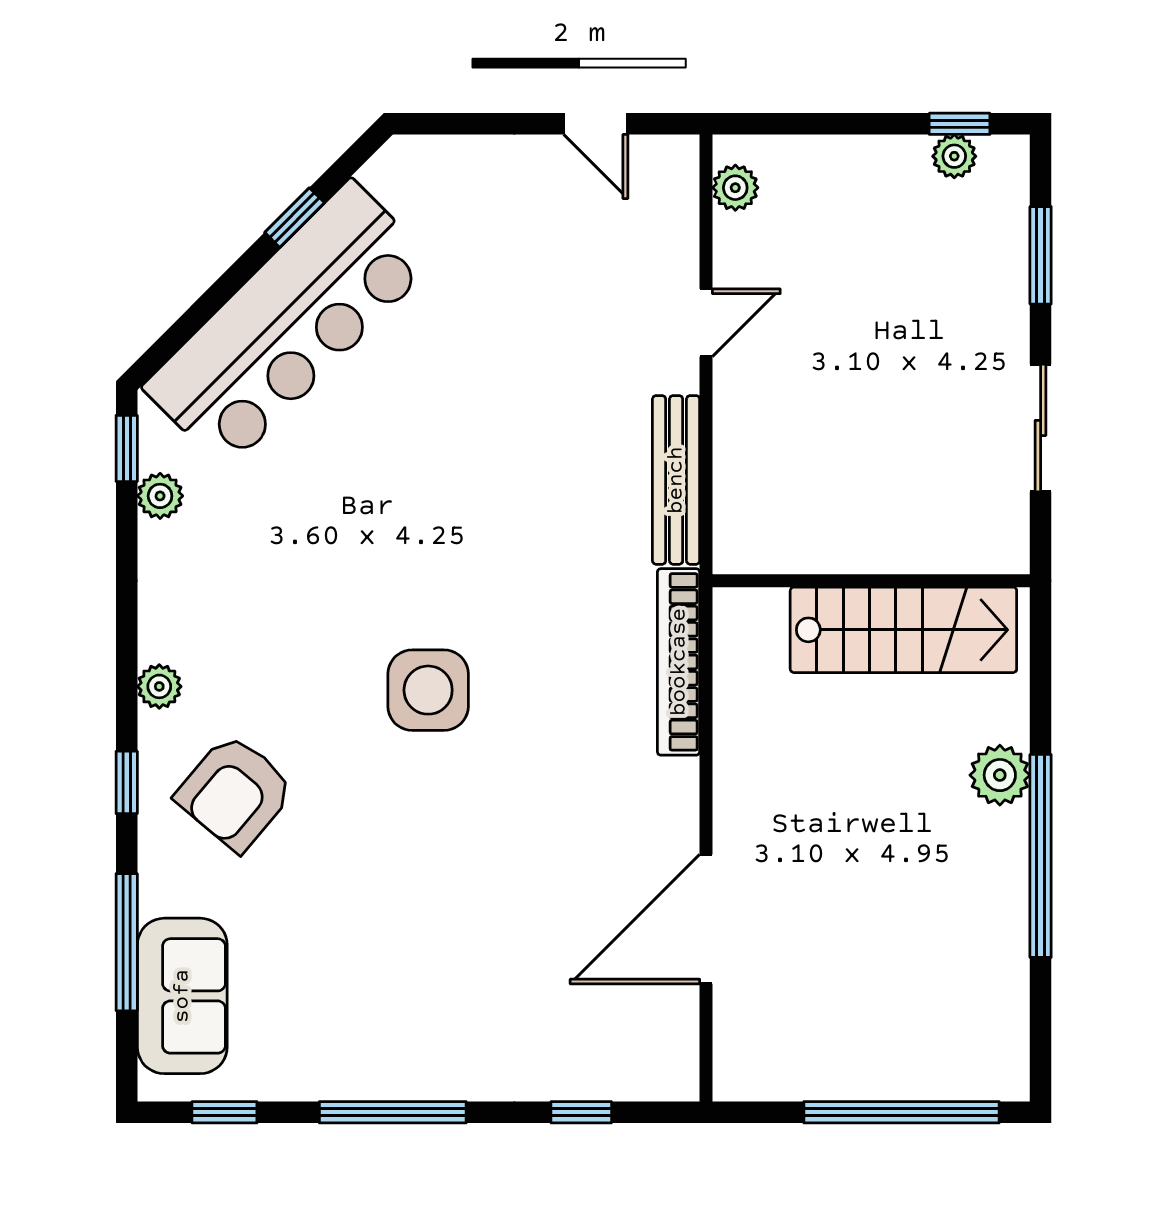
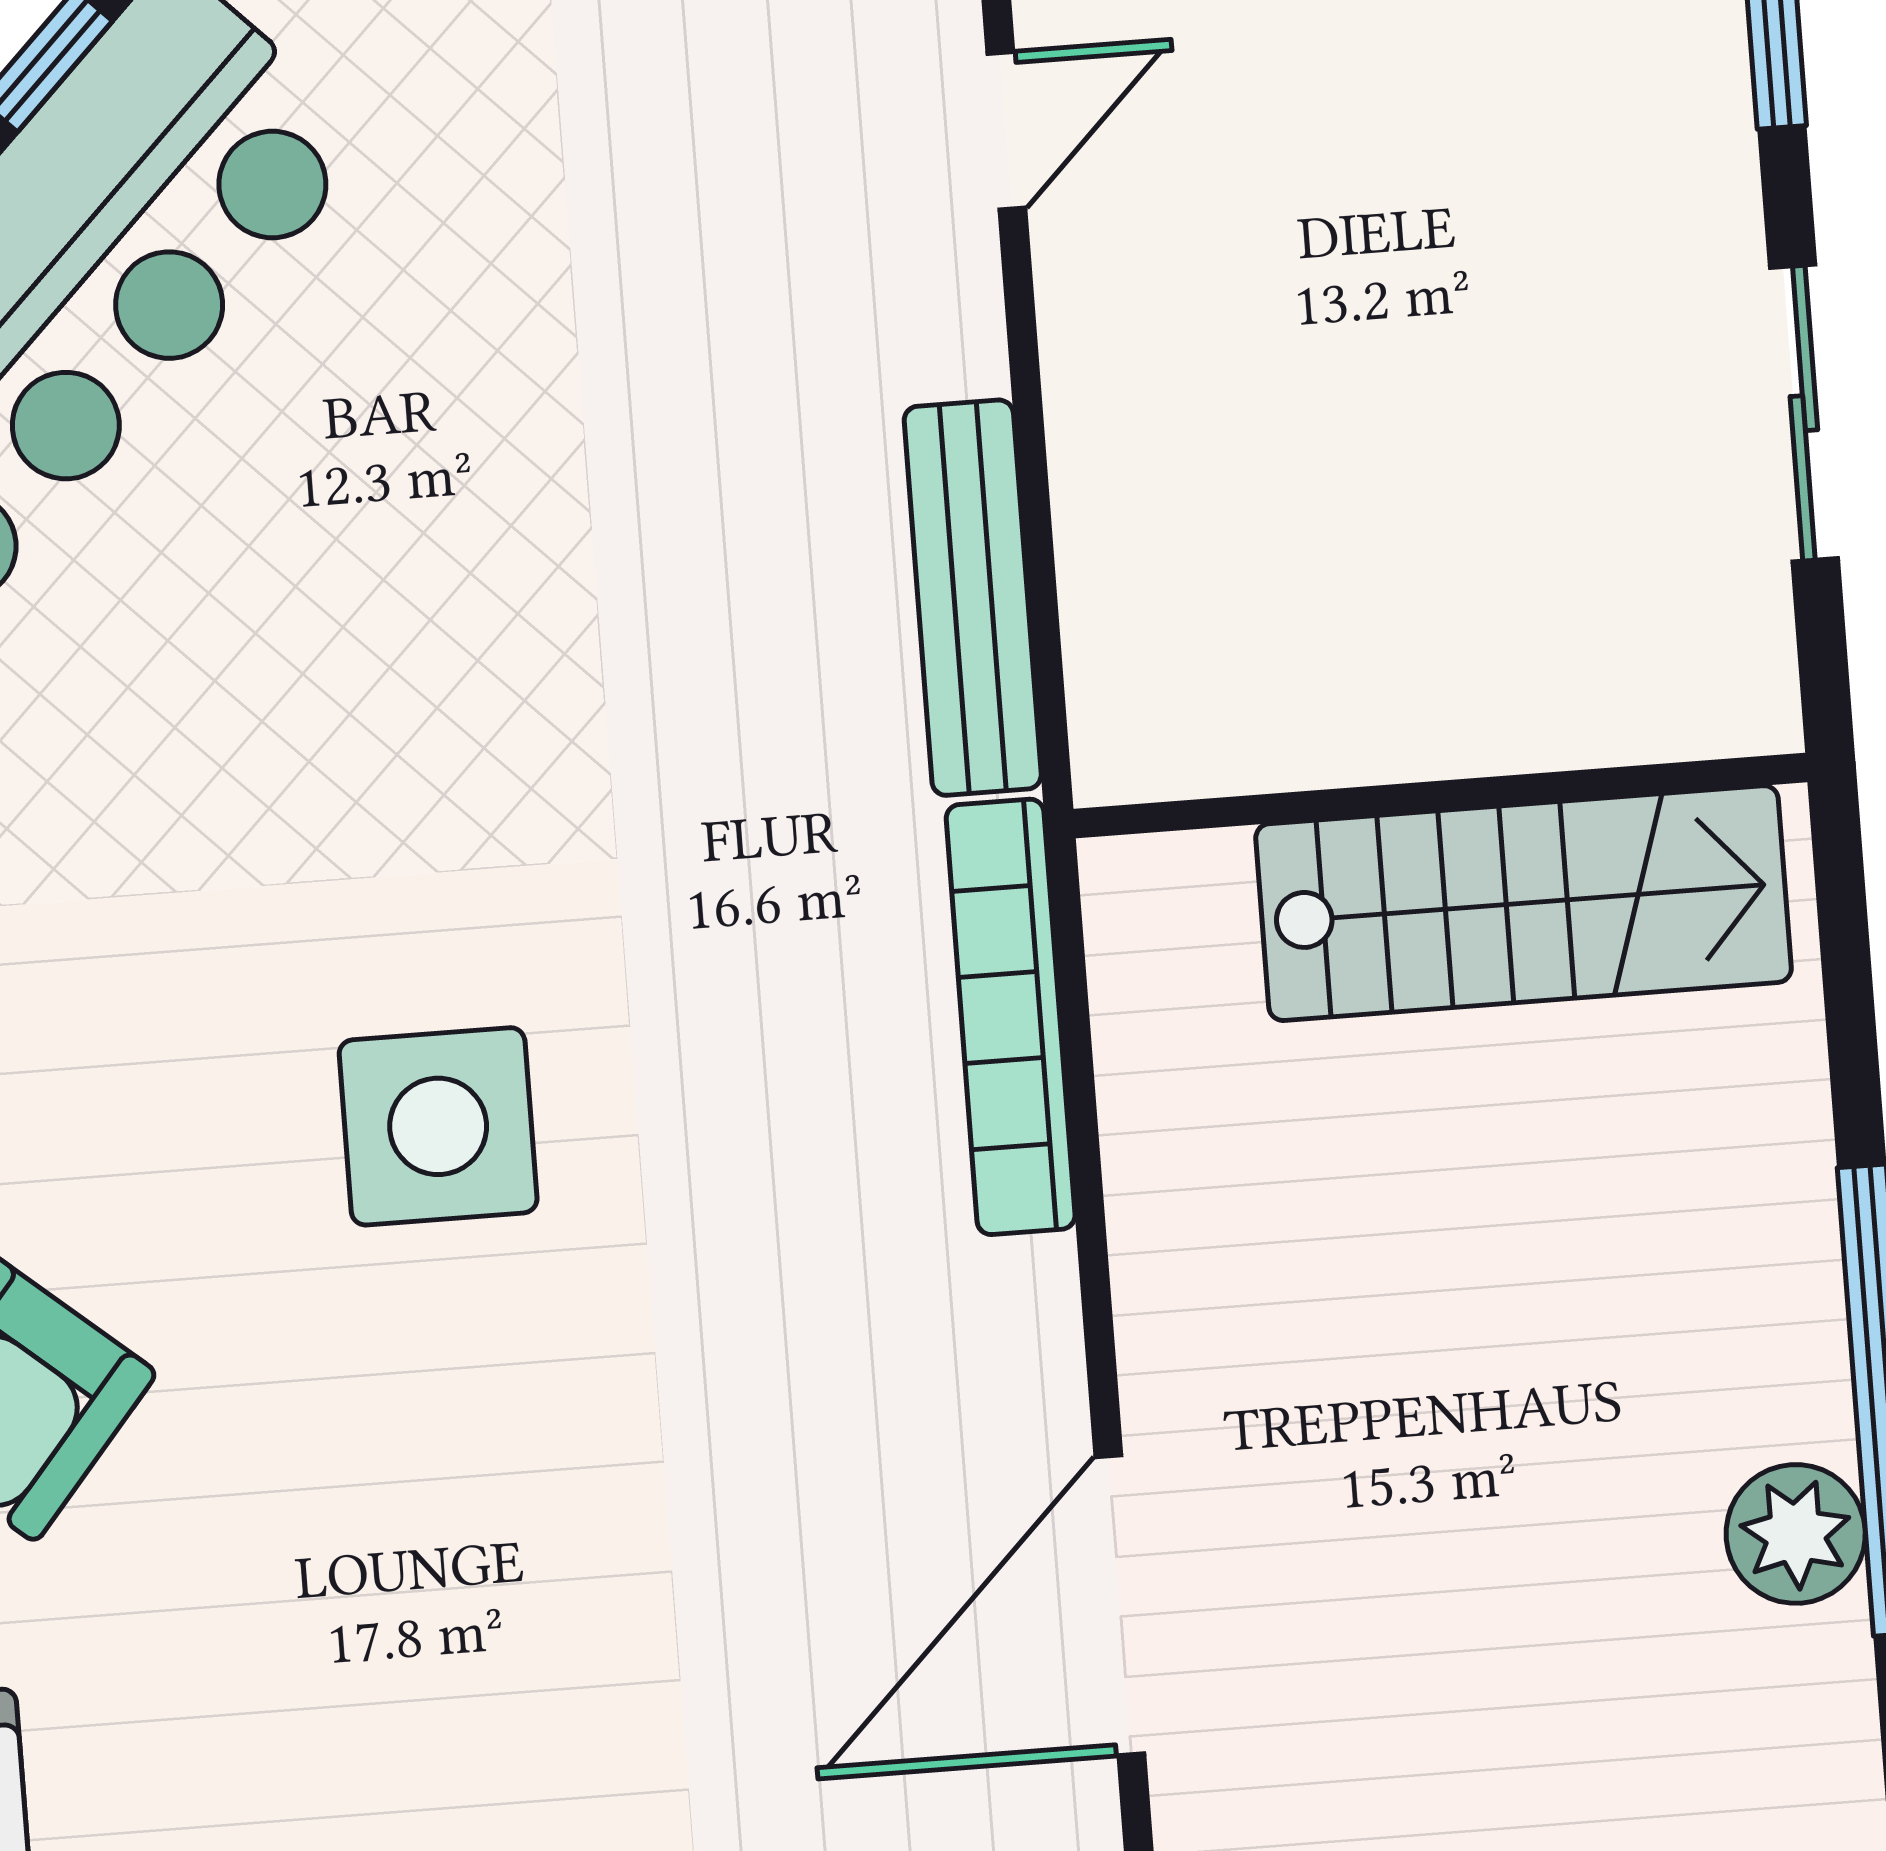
door: (706, 323) -> (1006, 131), moved
plant: (1000, 775) -> (1796, 1534), moved

